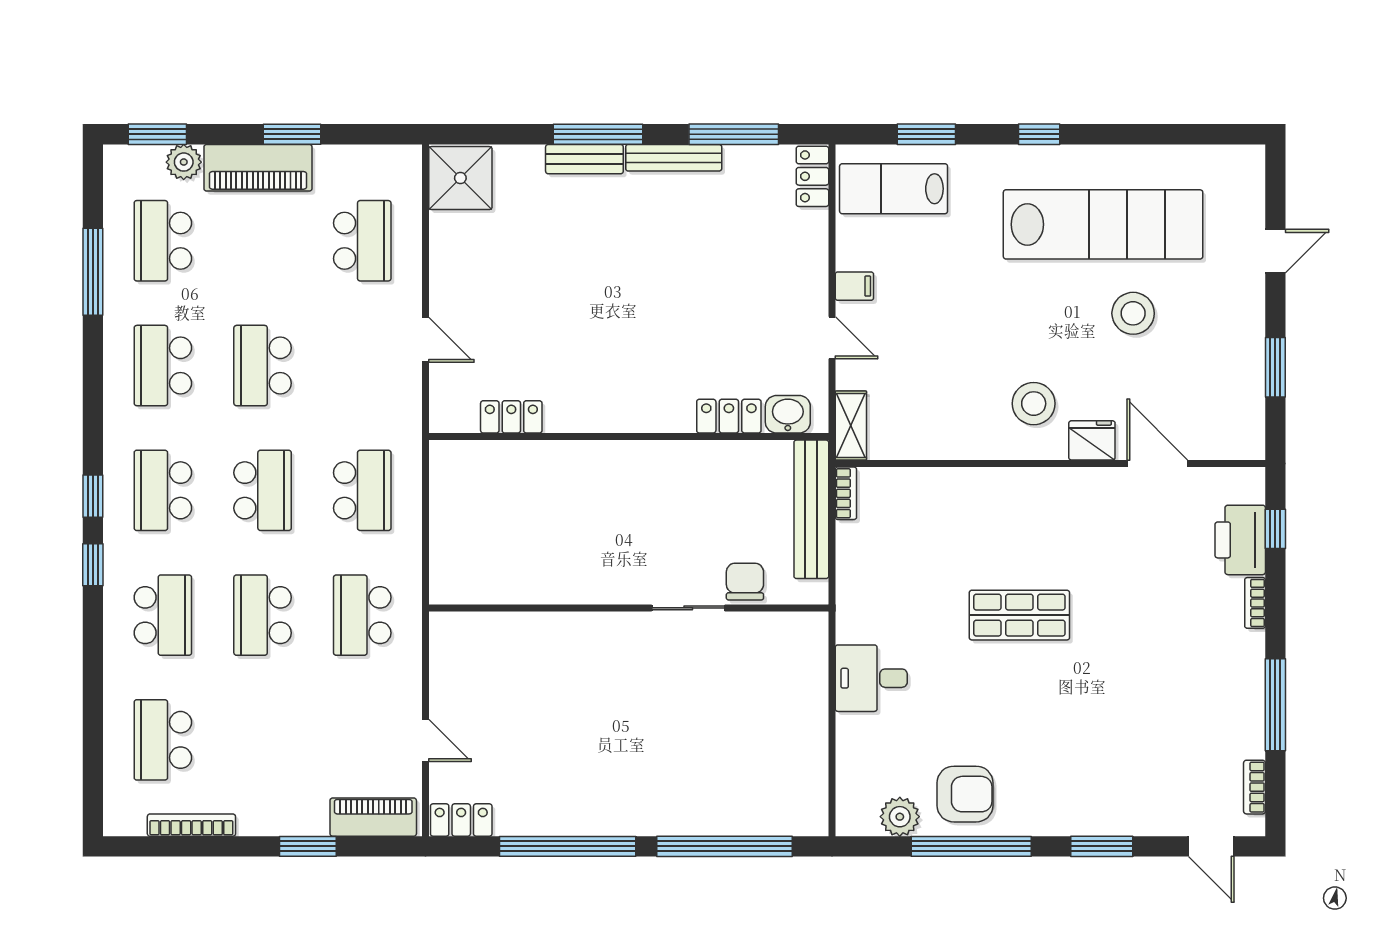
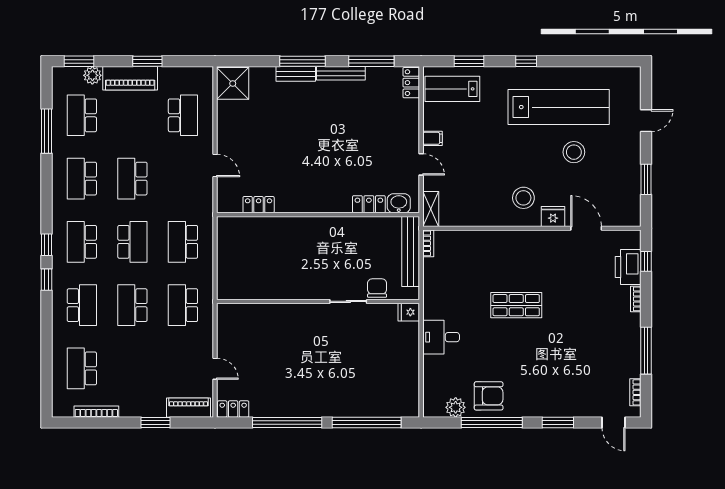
school desk: (362, 490) -> (183, 242), turned 180
fridge: (808, 629) -> (409, 312), added

